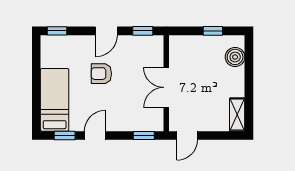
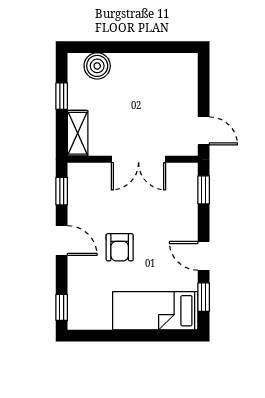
shelving: (237, 115) -> (78, 133), moved, turned 90

